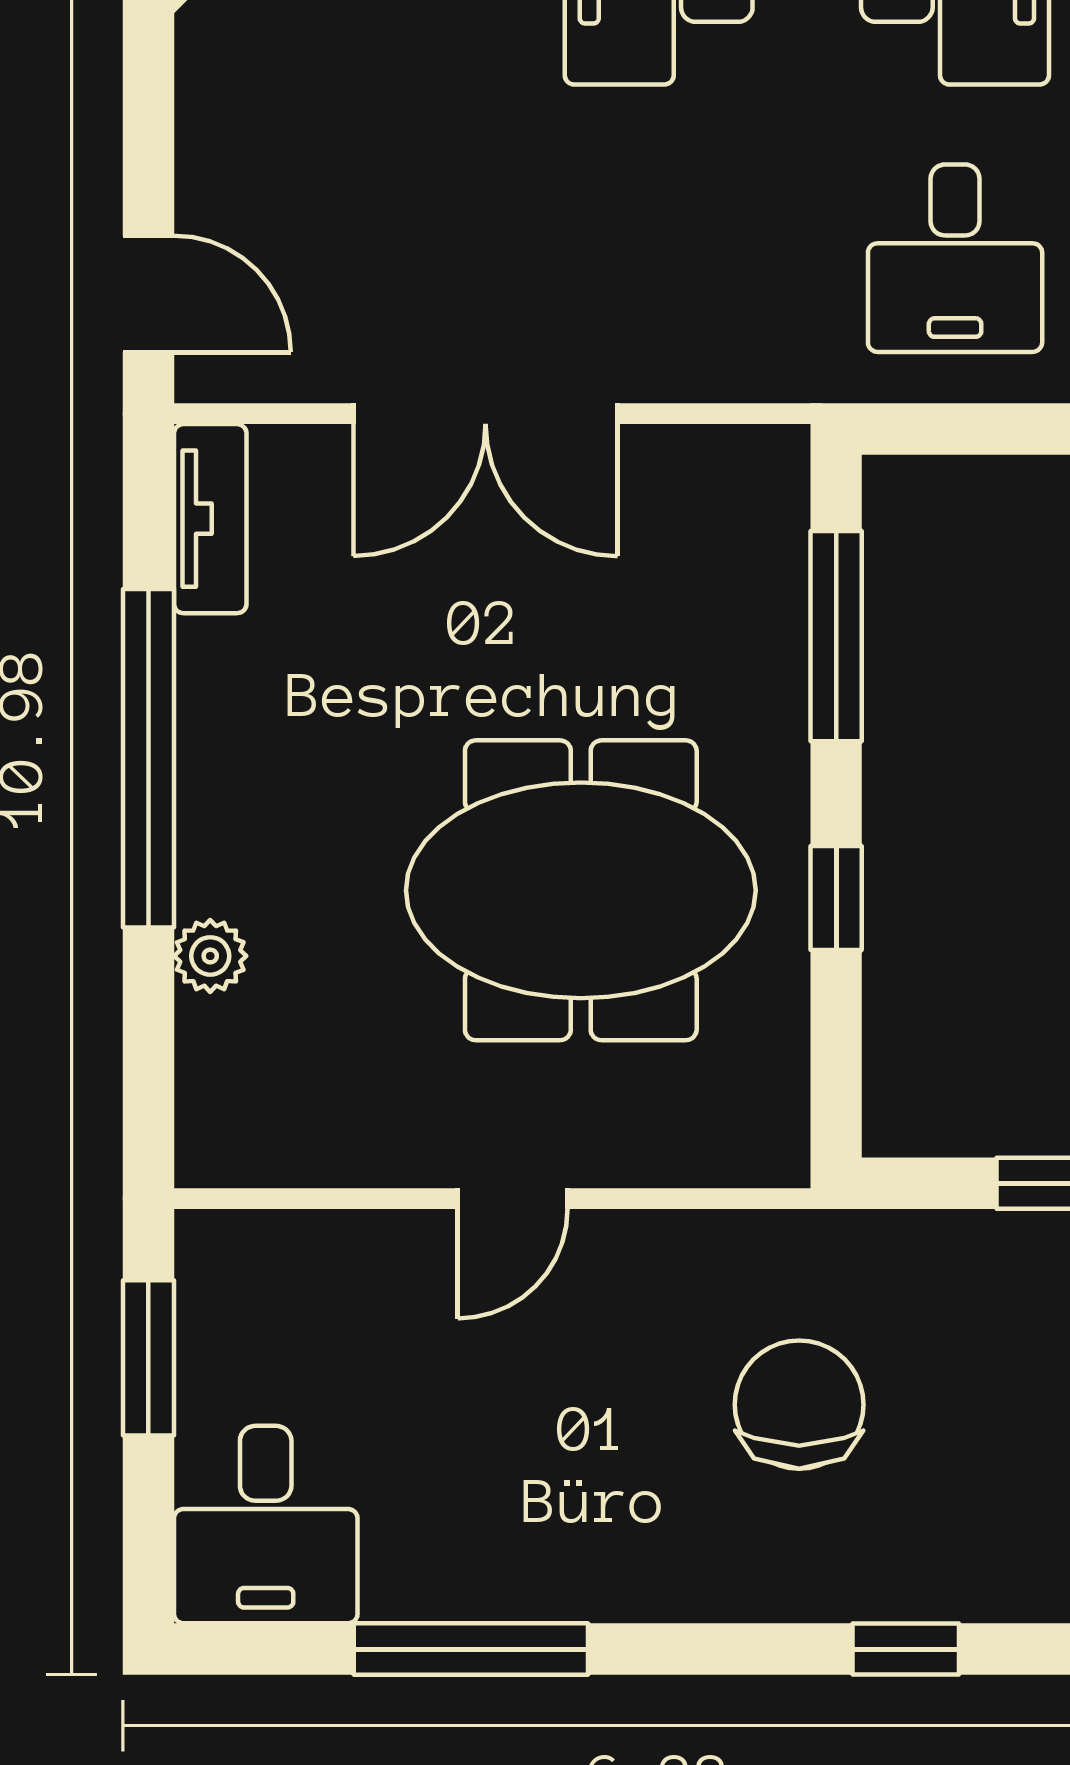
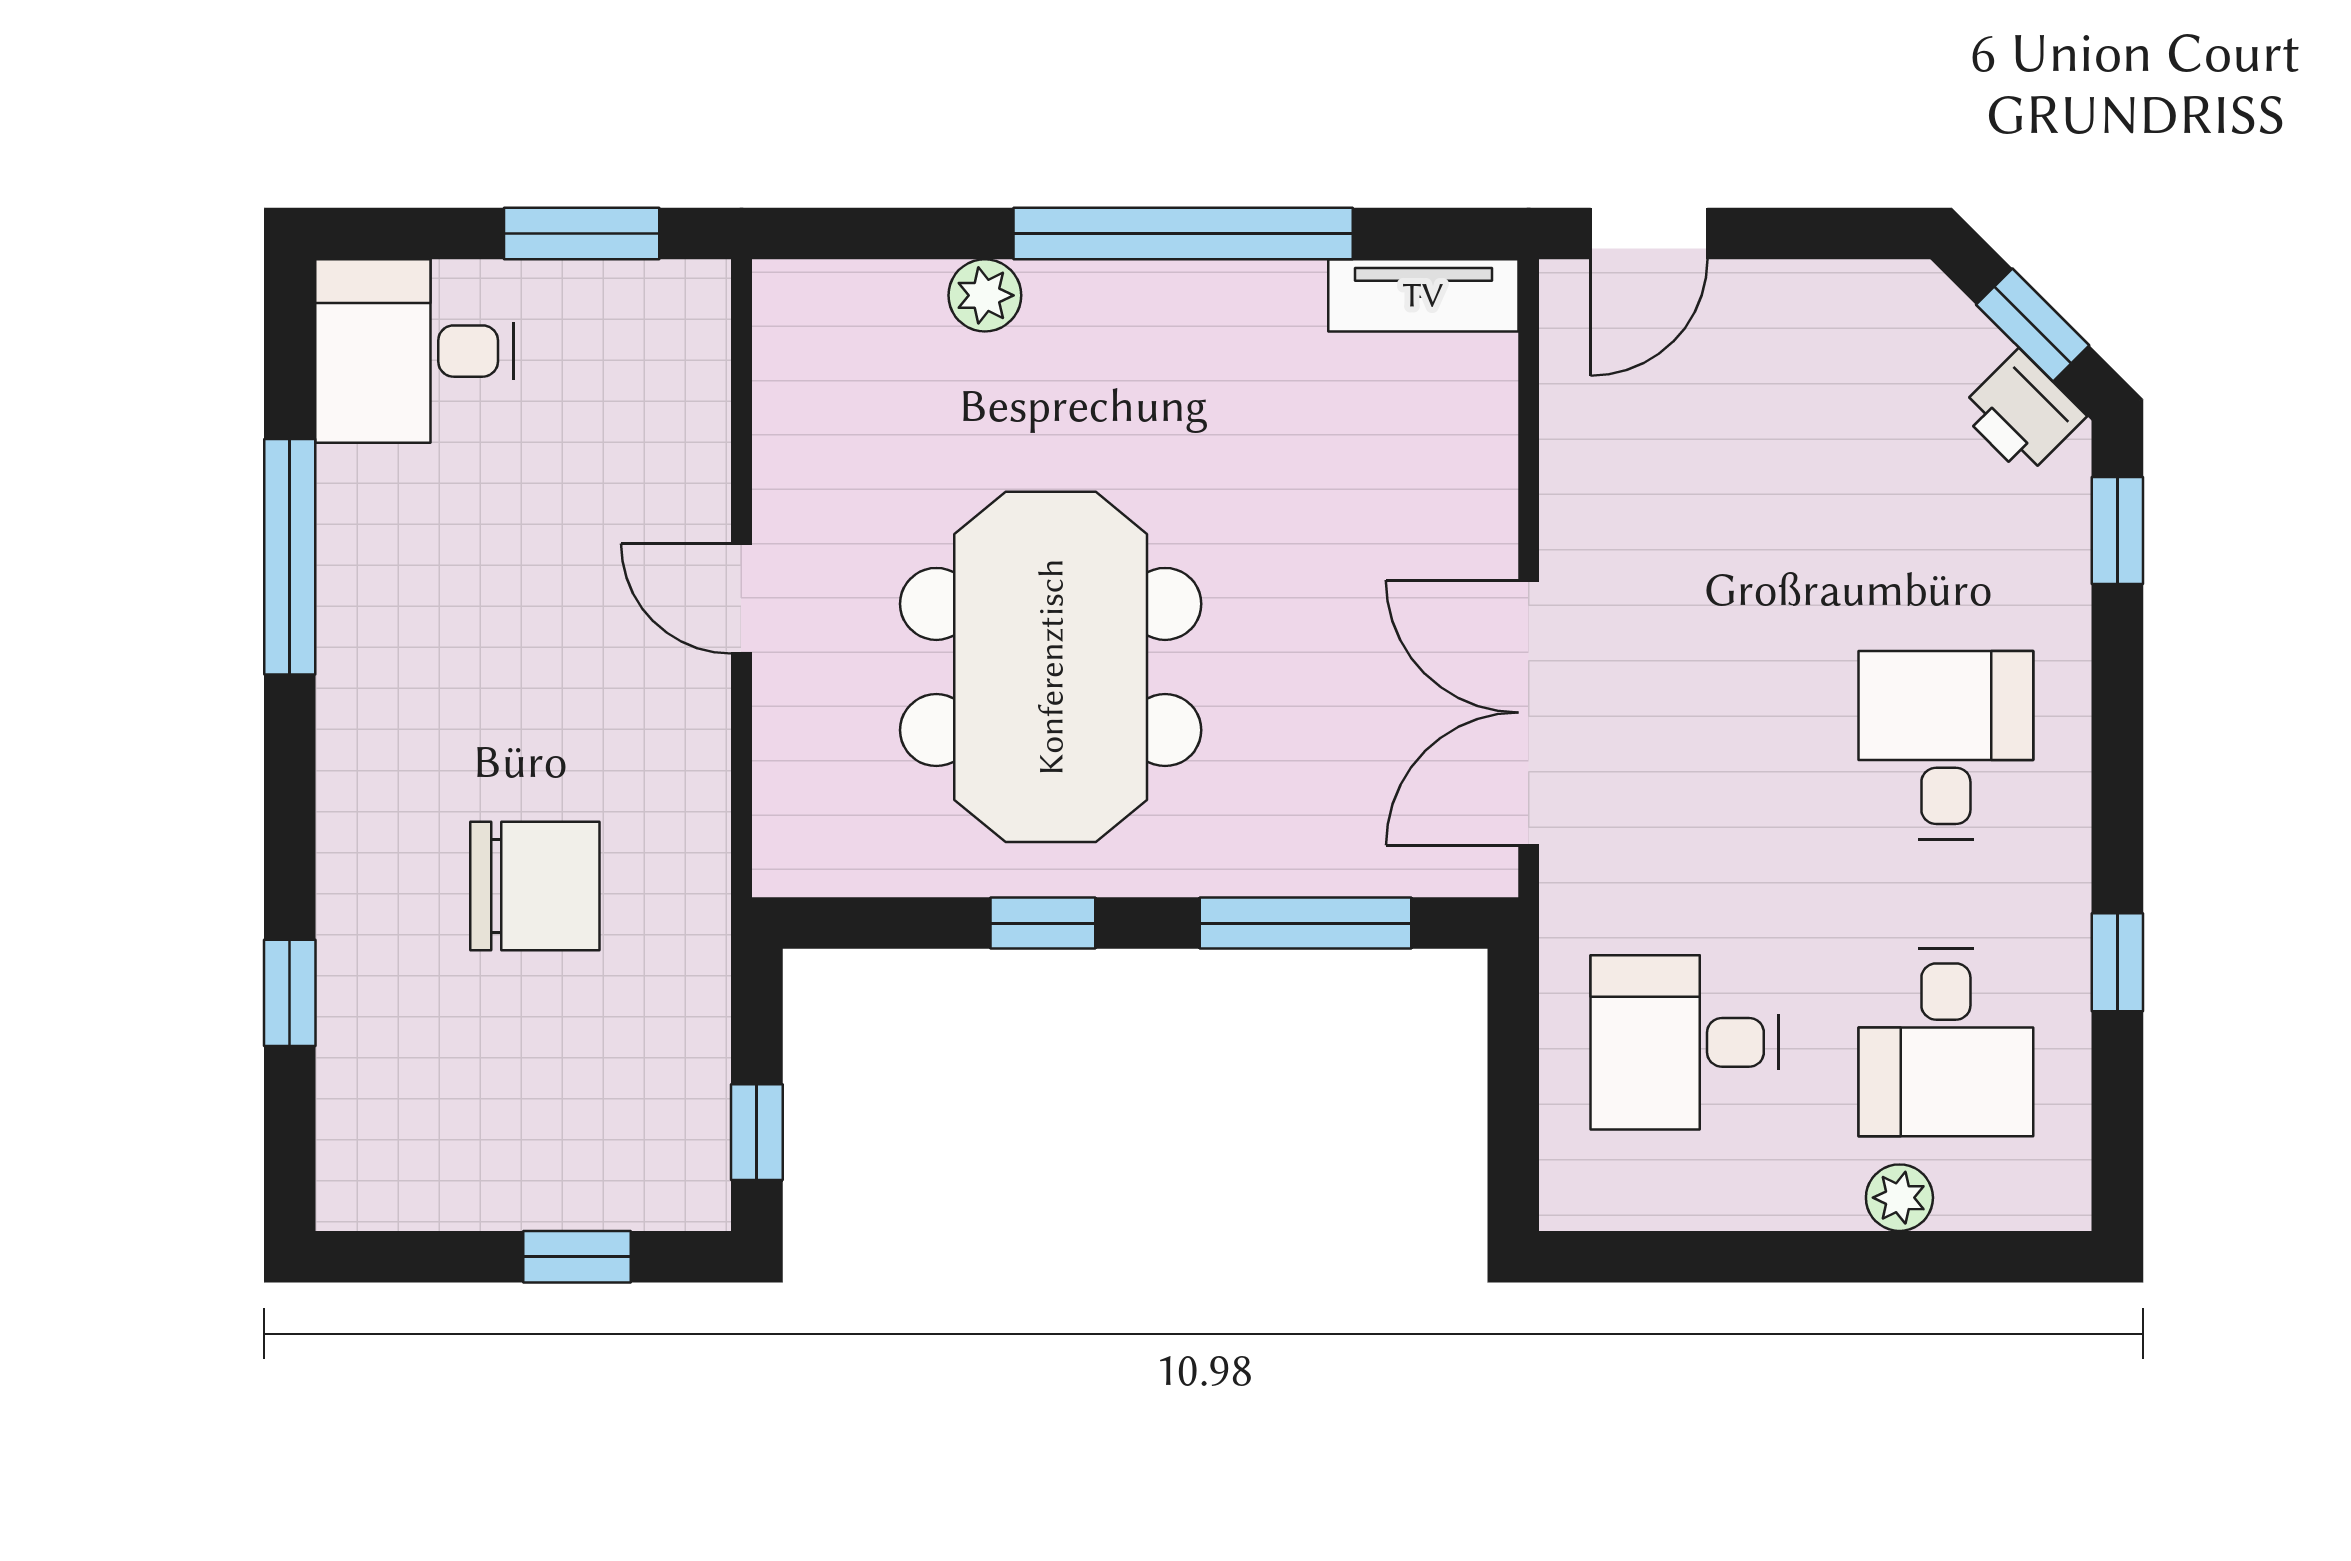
double door: (485, 414) -> (1529, 713), moved

